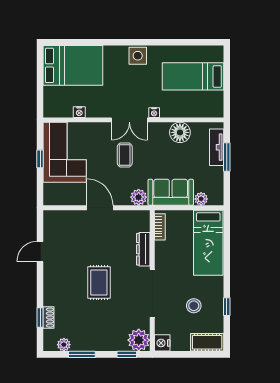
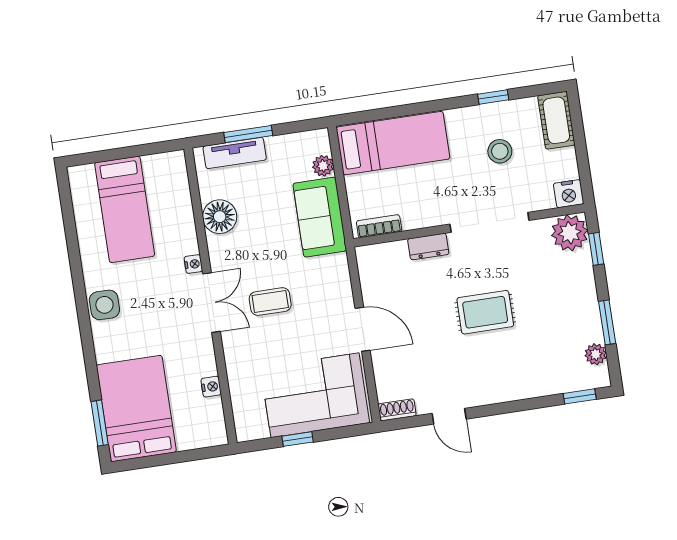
window: (68, 42) -> (100, 423), added
corner sofa: (65, 152) -> (315, 395), moved
plant: (139, 197) -> (336, 268), removed
door: (100, 208) -> (363, 329), swing flipped
dresser: (143, 249) -> (428, 247), width x0.70
window: (40, 318) -> (580, 396), moved
shoe rack: (49, 318) -> (397, 410), moved

